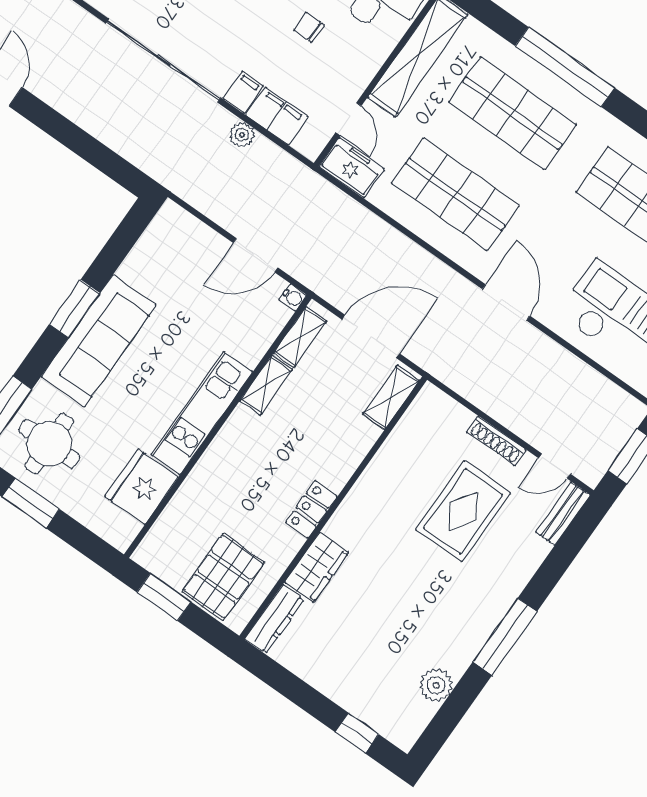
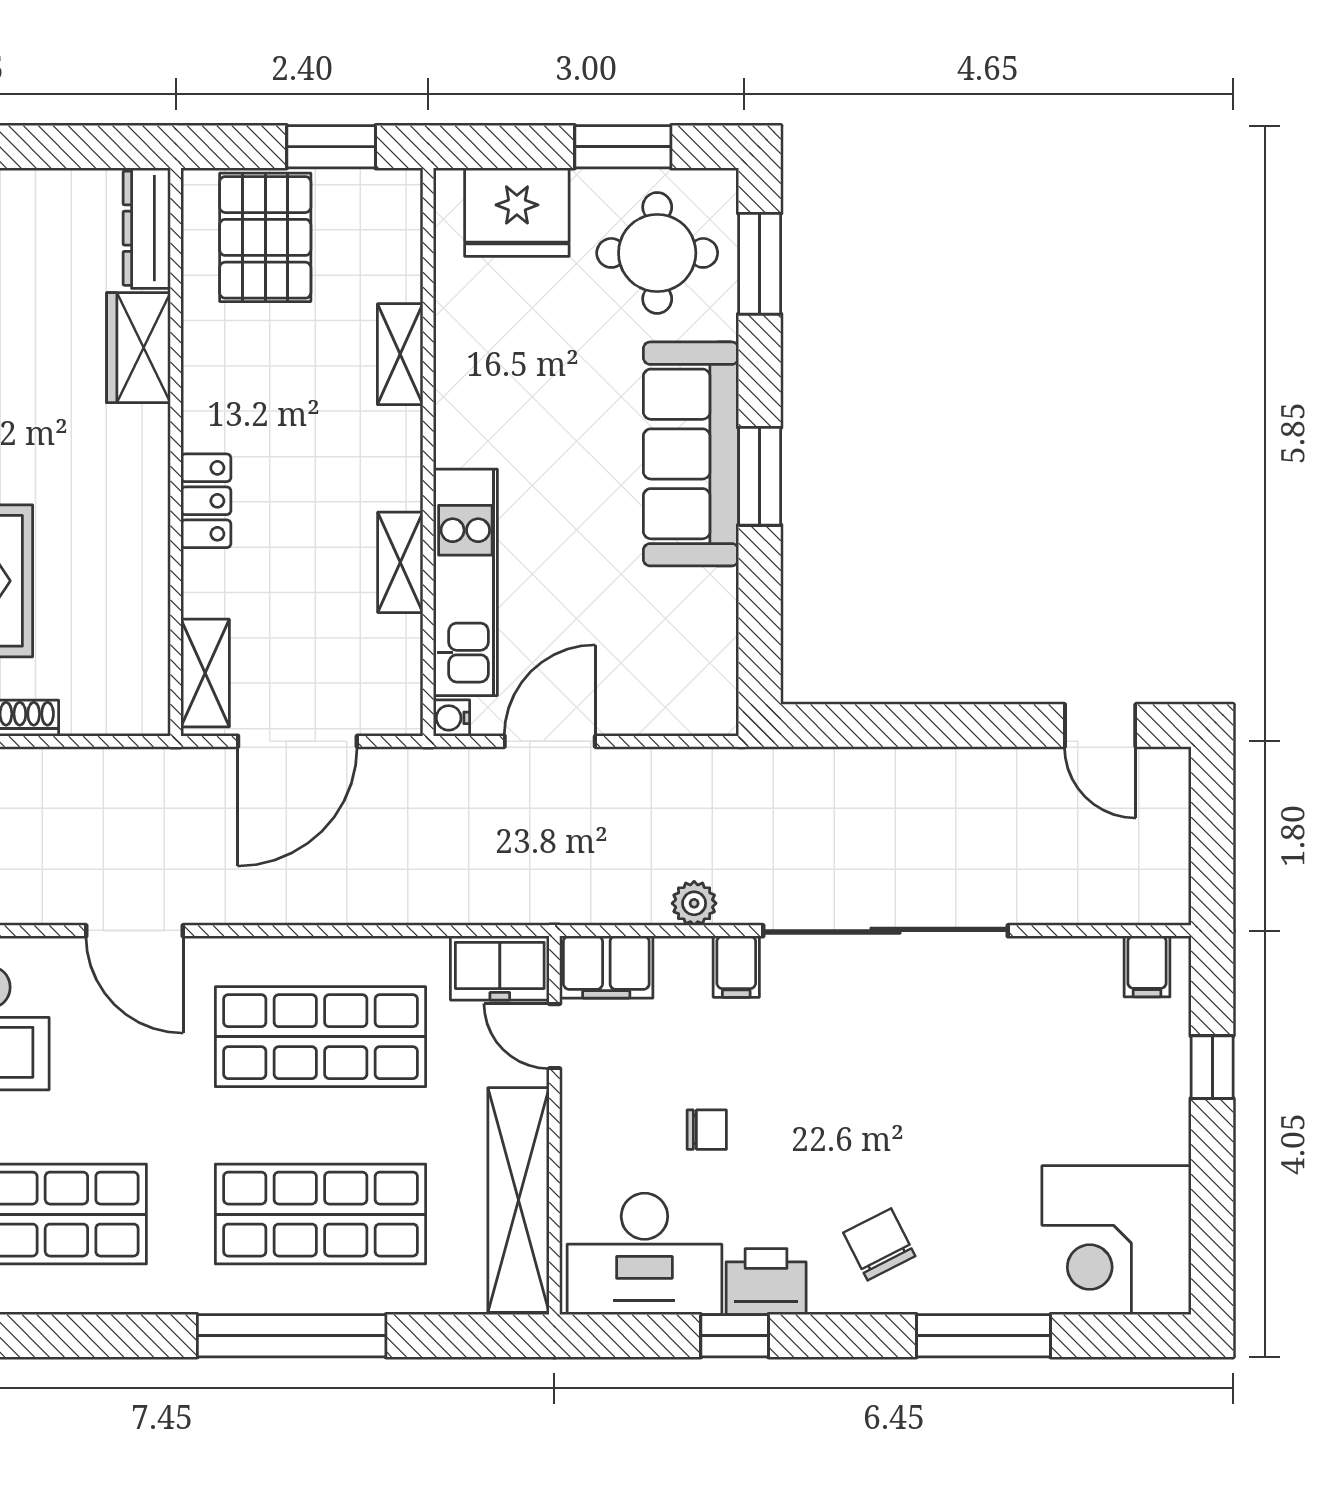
filing cabinet: (277, 116) -> (606, 967), moved
shelving: (300, 337) -> (400, 354), moved
kitchen unit: (202, 413) -> (465, 582), moved
fridge: (142, 487) -> (517, 212), moved, turned 90
locker: (311, 509) -> (206, 501), moved

